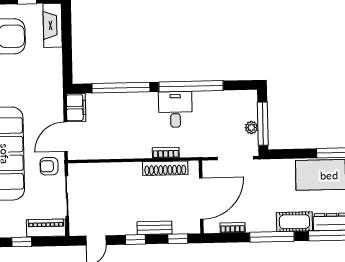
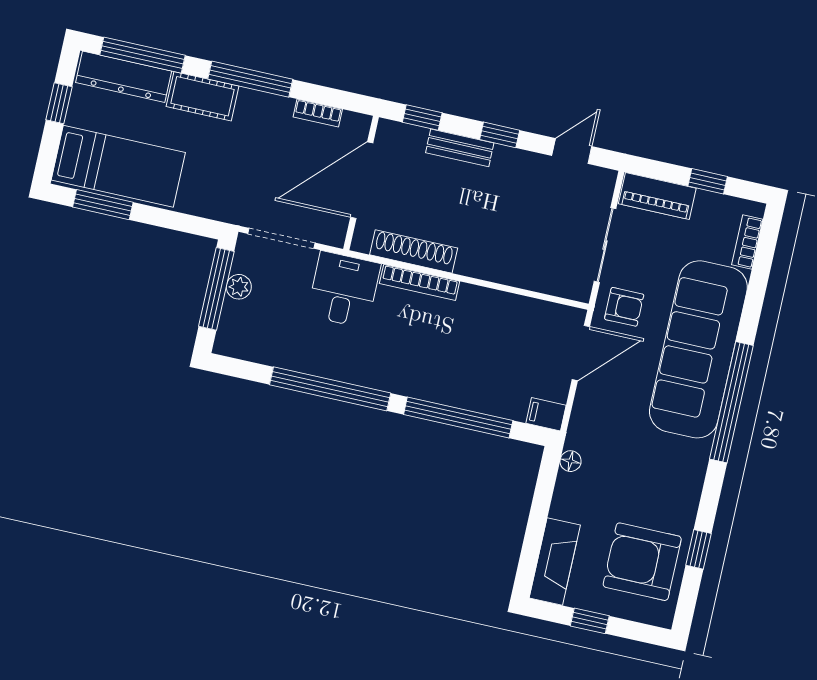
floor lamp: (57, 79) -> (571, 461), added
filing cabinet: (76, 108) -> (546, 414), width x0.50
desk: (175, 109) -> (344, 290), moved, turned 180
bookcase: (166, 153) -> (420, 282), width x1.56

